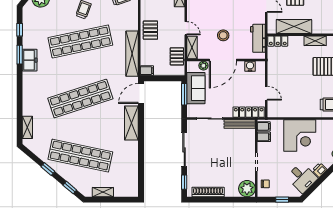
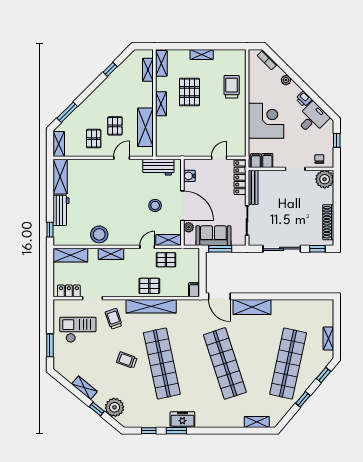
locker: (278, 41) -> (161, 145), removed
shelving: (132, 54) -> (151, 306), moved
pallet: (177, 56) -> (166, 260), moved

